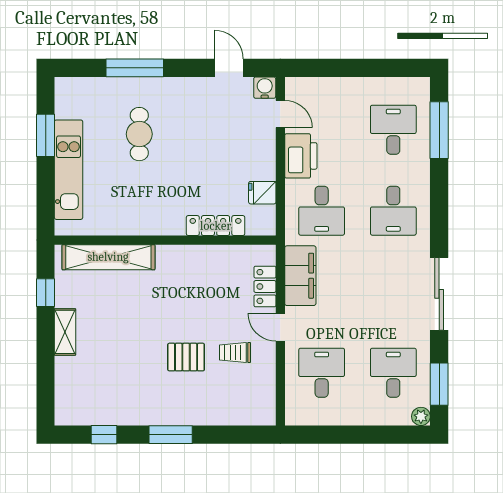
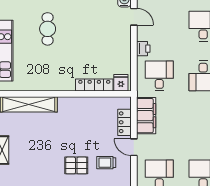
printer: (301, 156) -> (143, 49), width x0.53, depth x0.68
fridge: (262, 193) -> (121, 83), moved, turned 90
desk: (322, 211) -> (159, 76), turned 180

